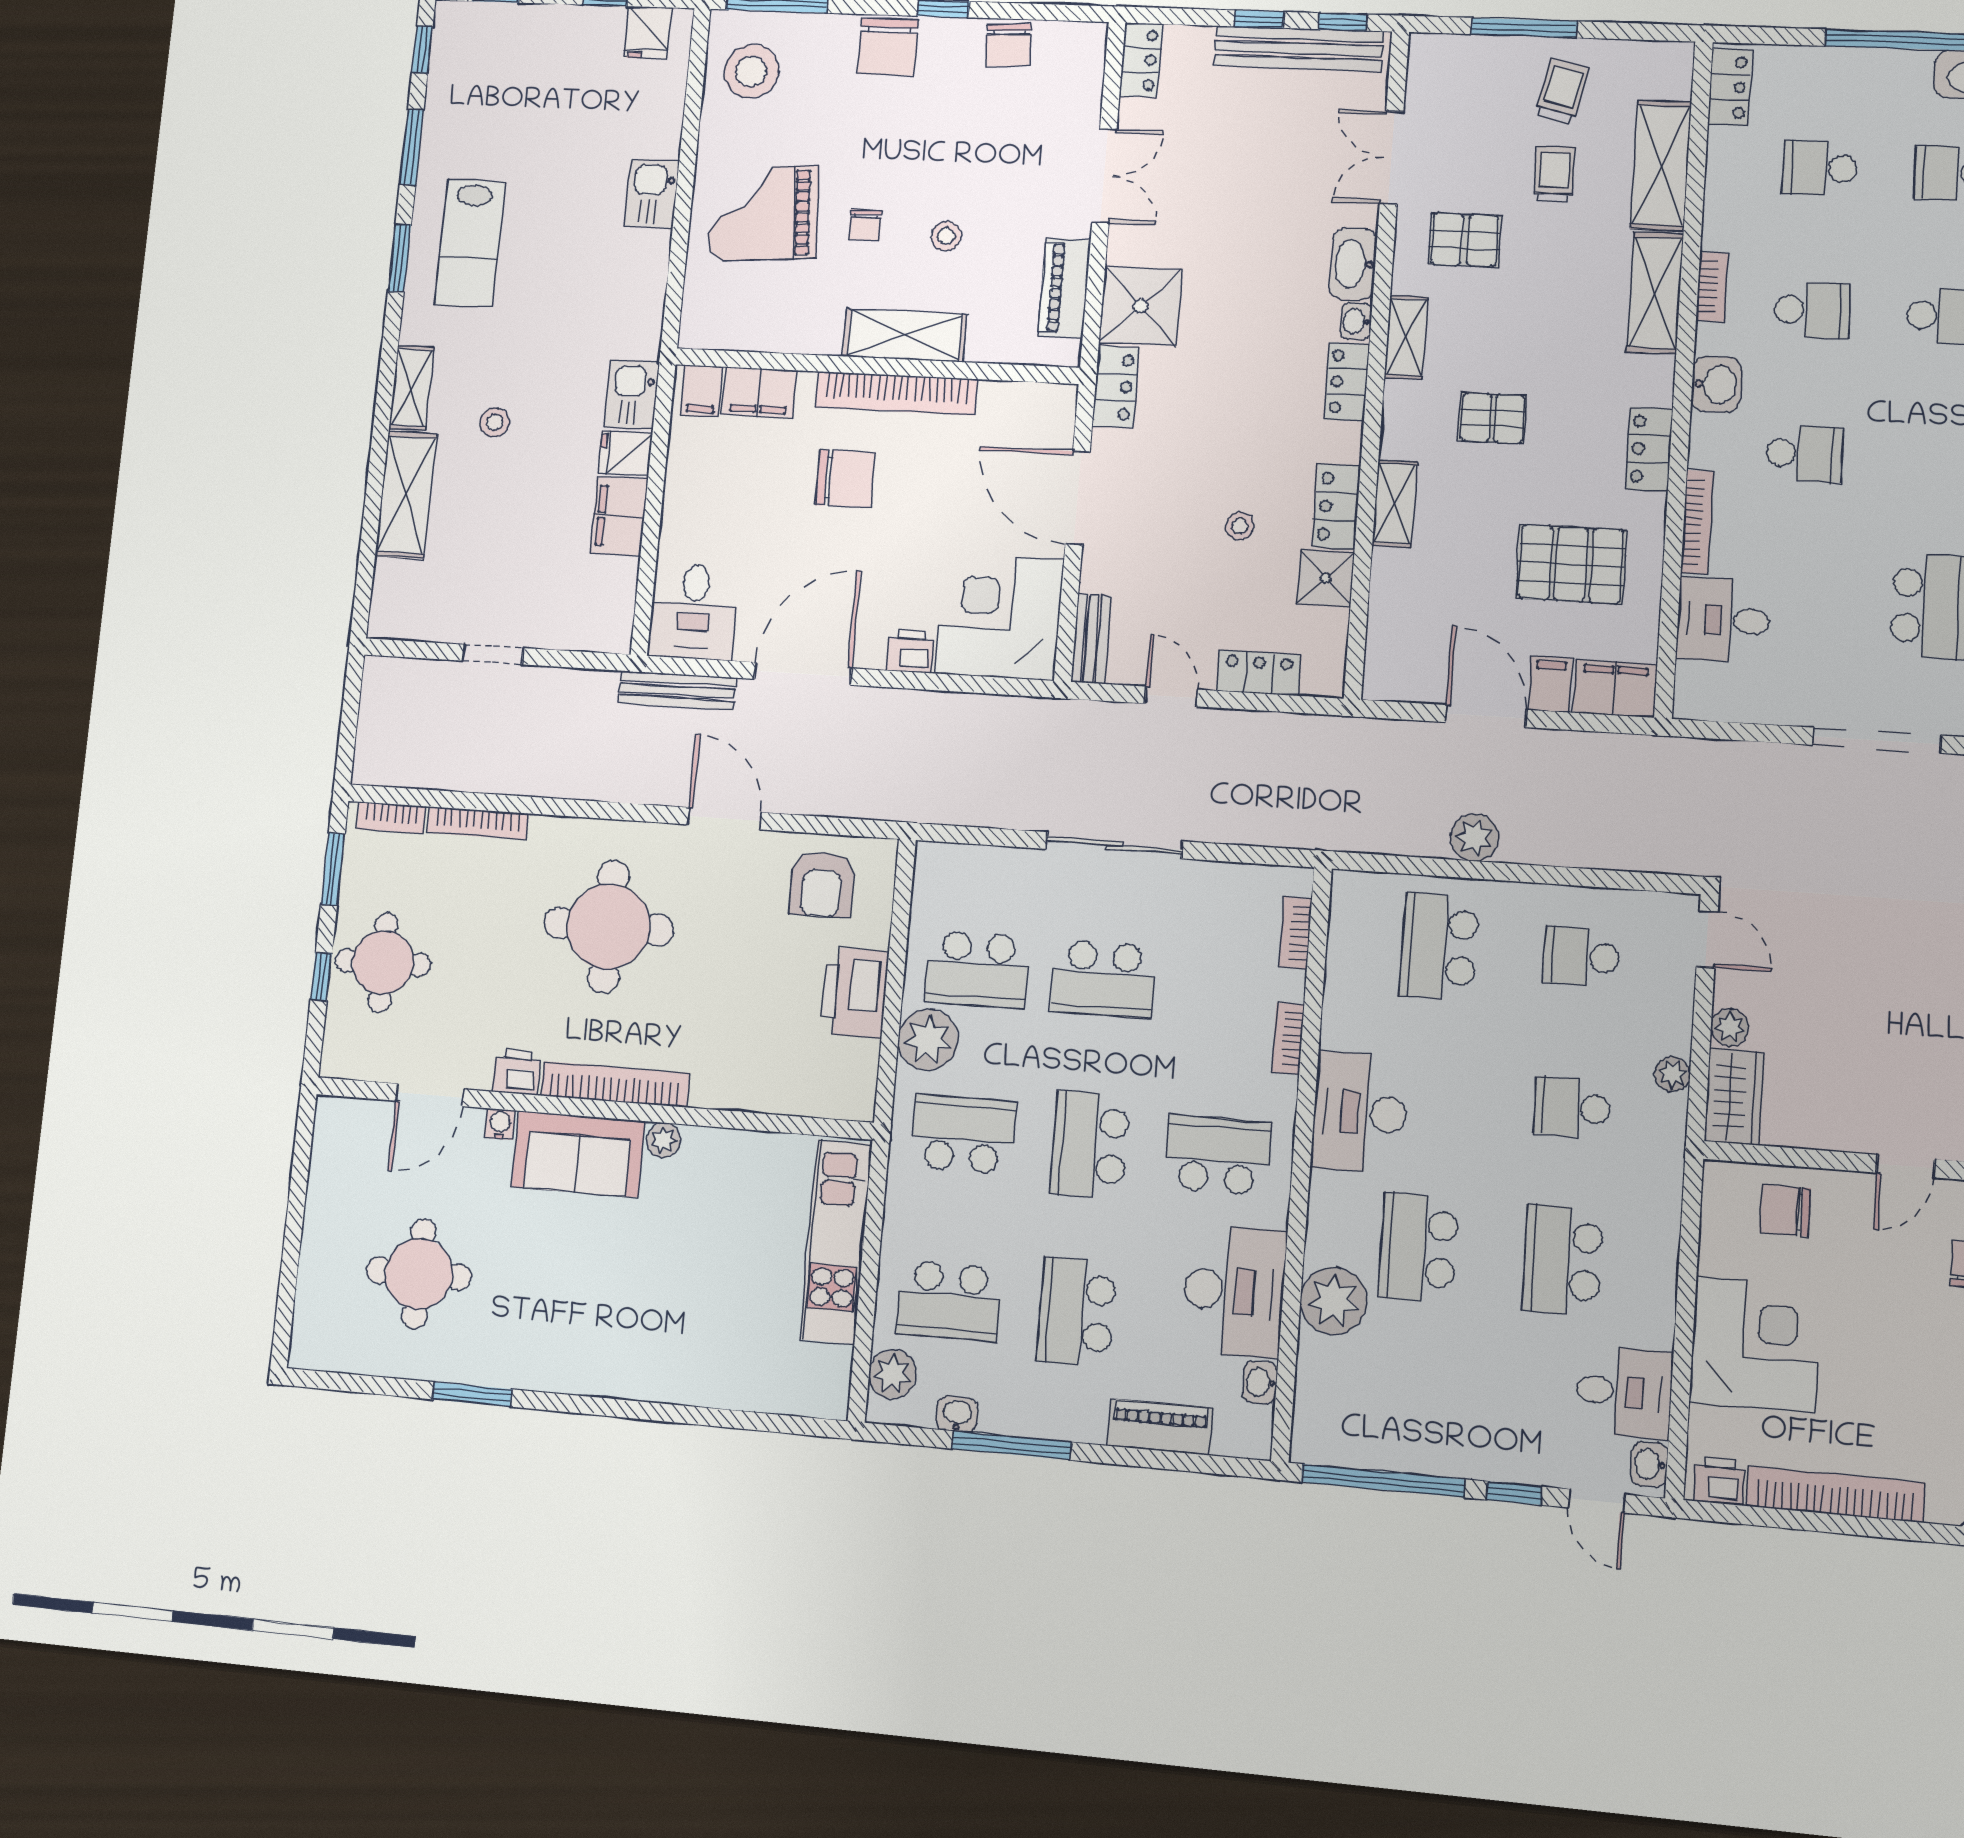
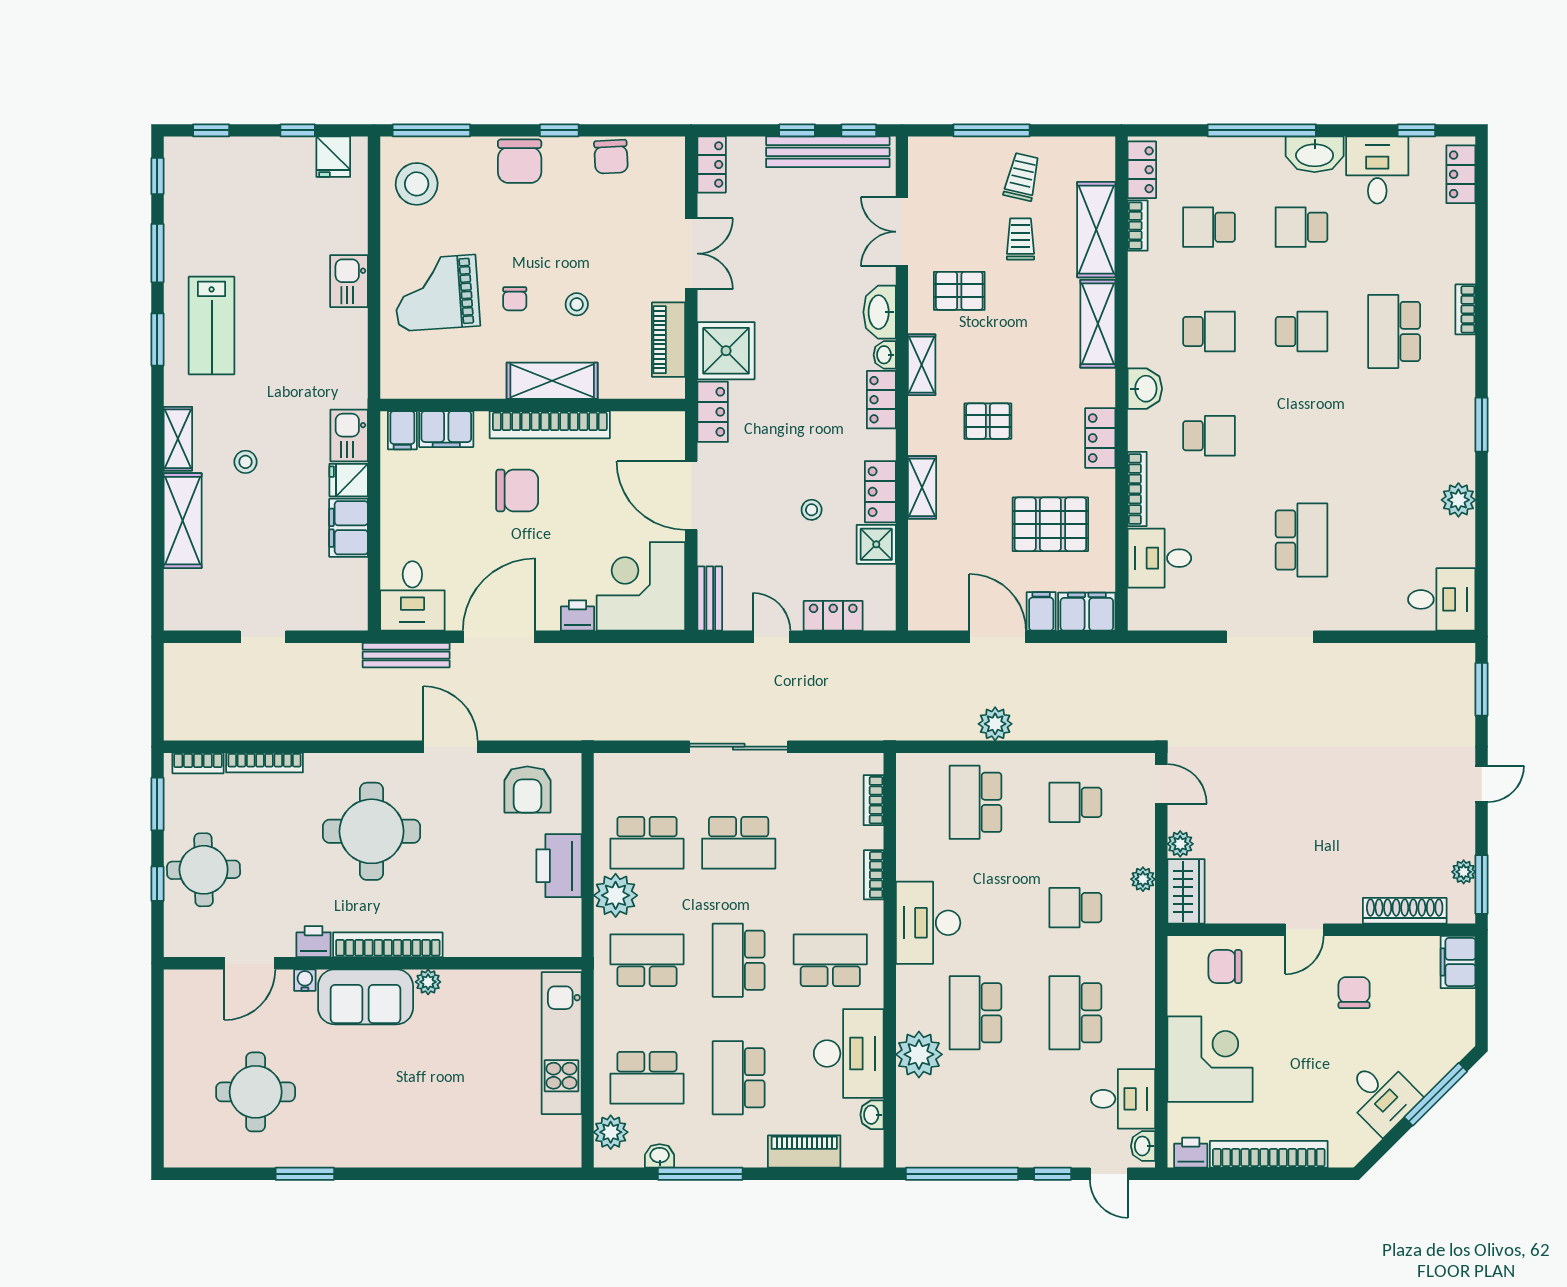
bookcase: (1712, 287) -> (1138, 226), moved

